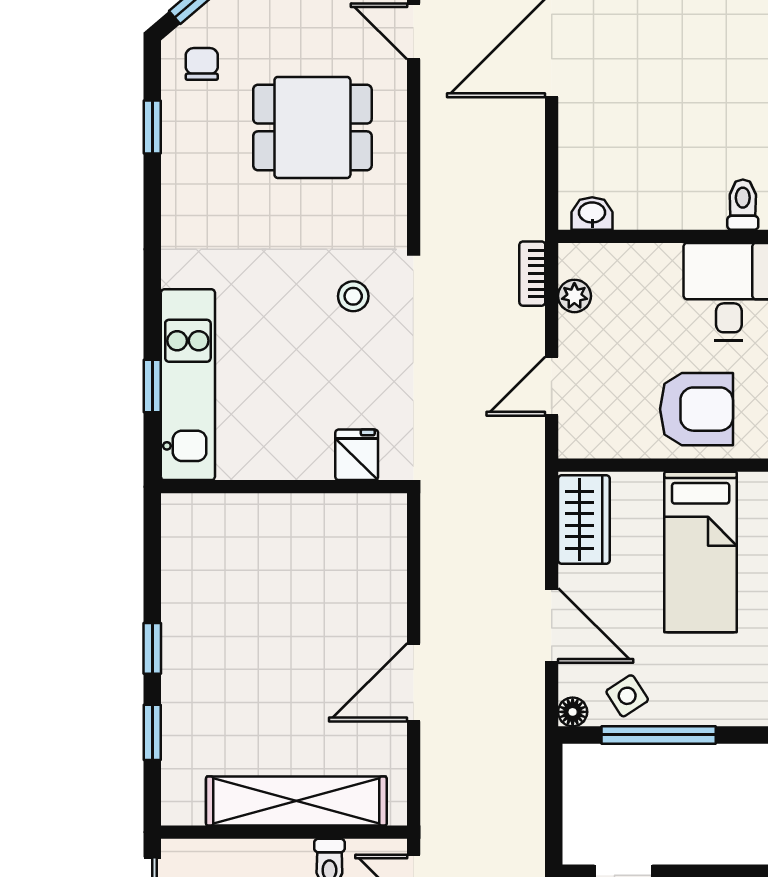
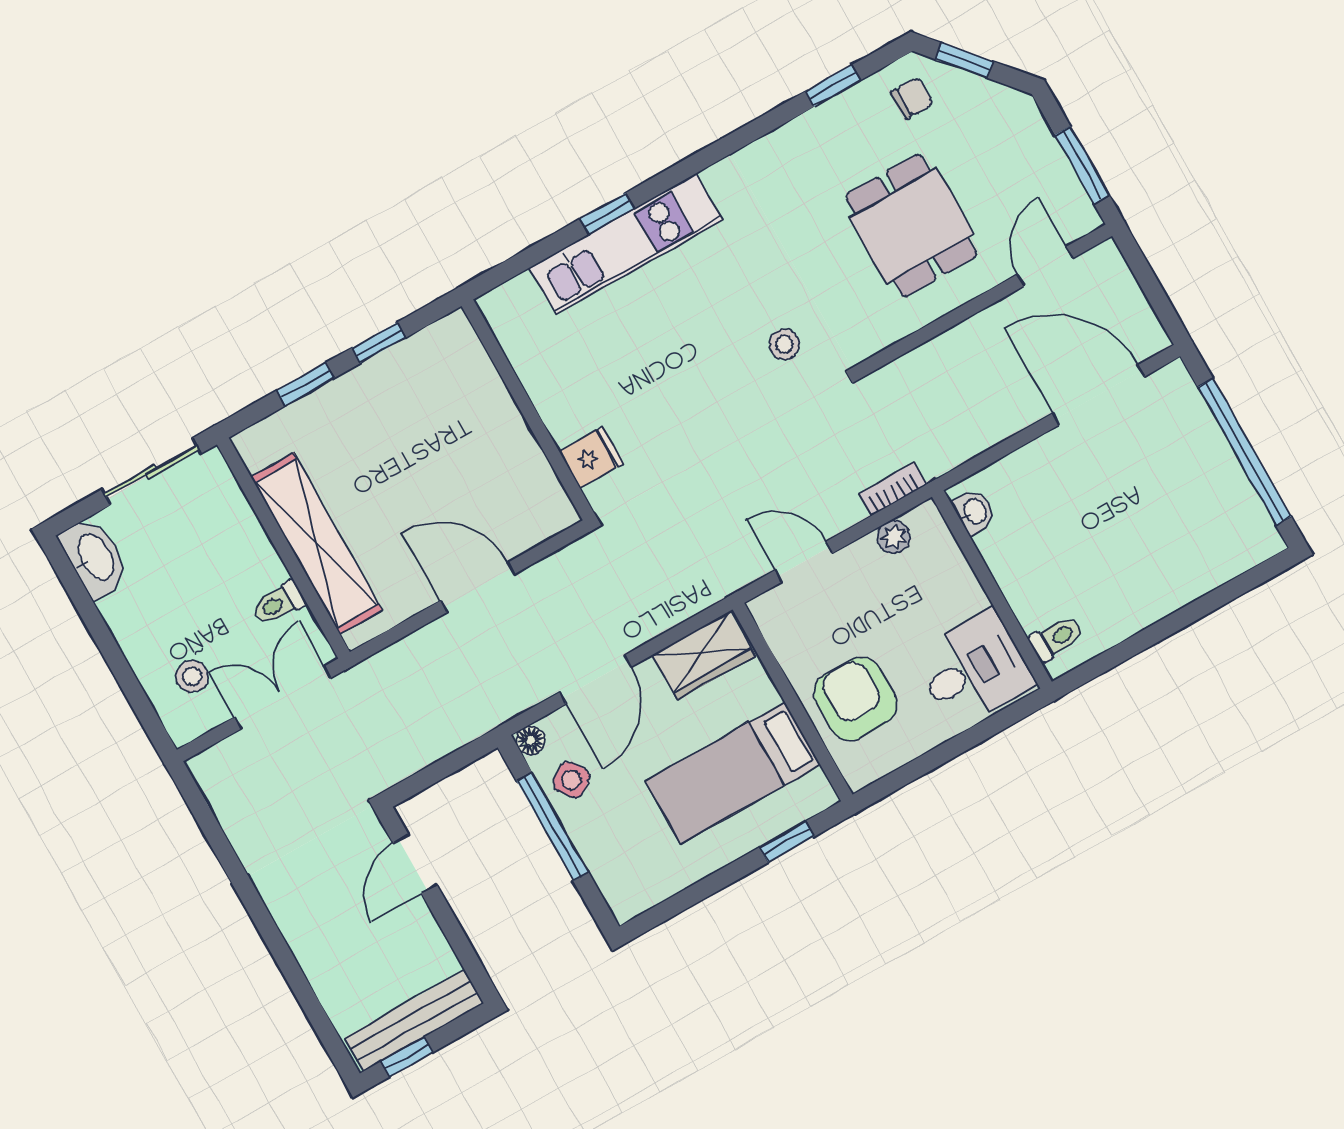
armchair: (696, 409) -> (855, 699), turned 180
fridge: (357, 455) -> (592, 457), moved
wall: (284, 487) -> (528, 410), moved

